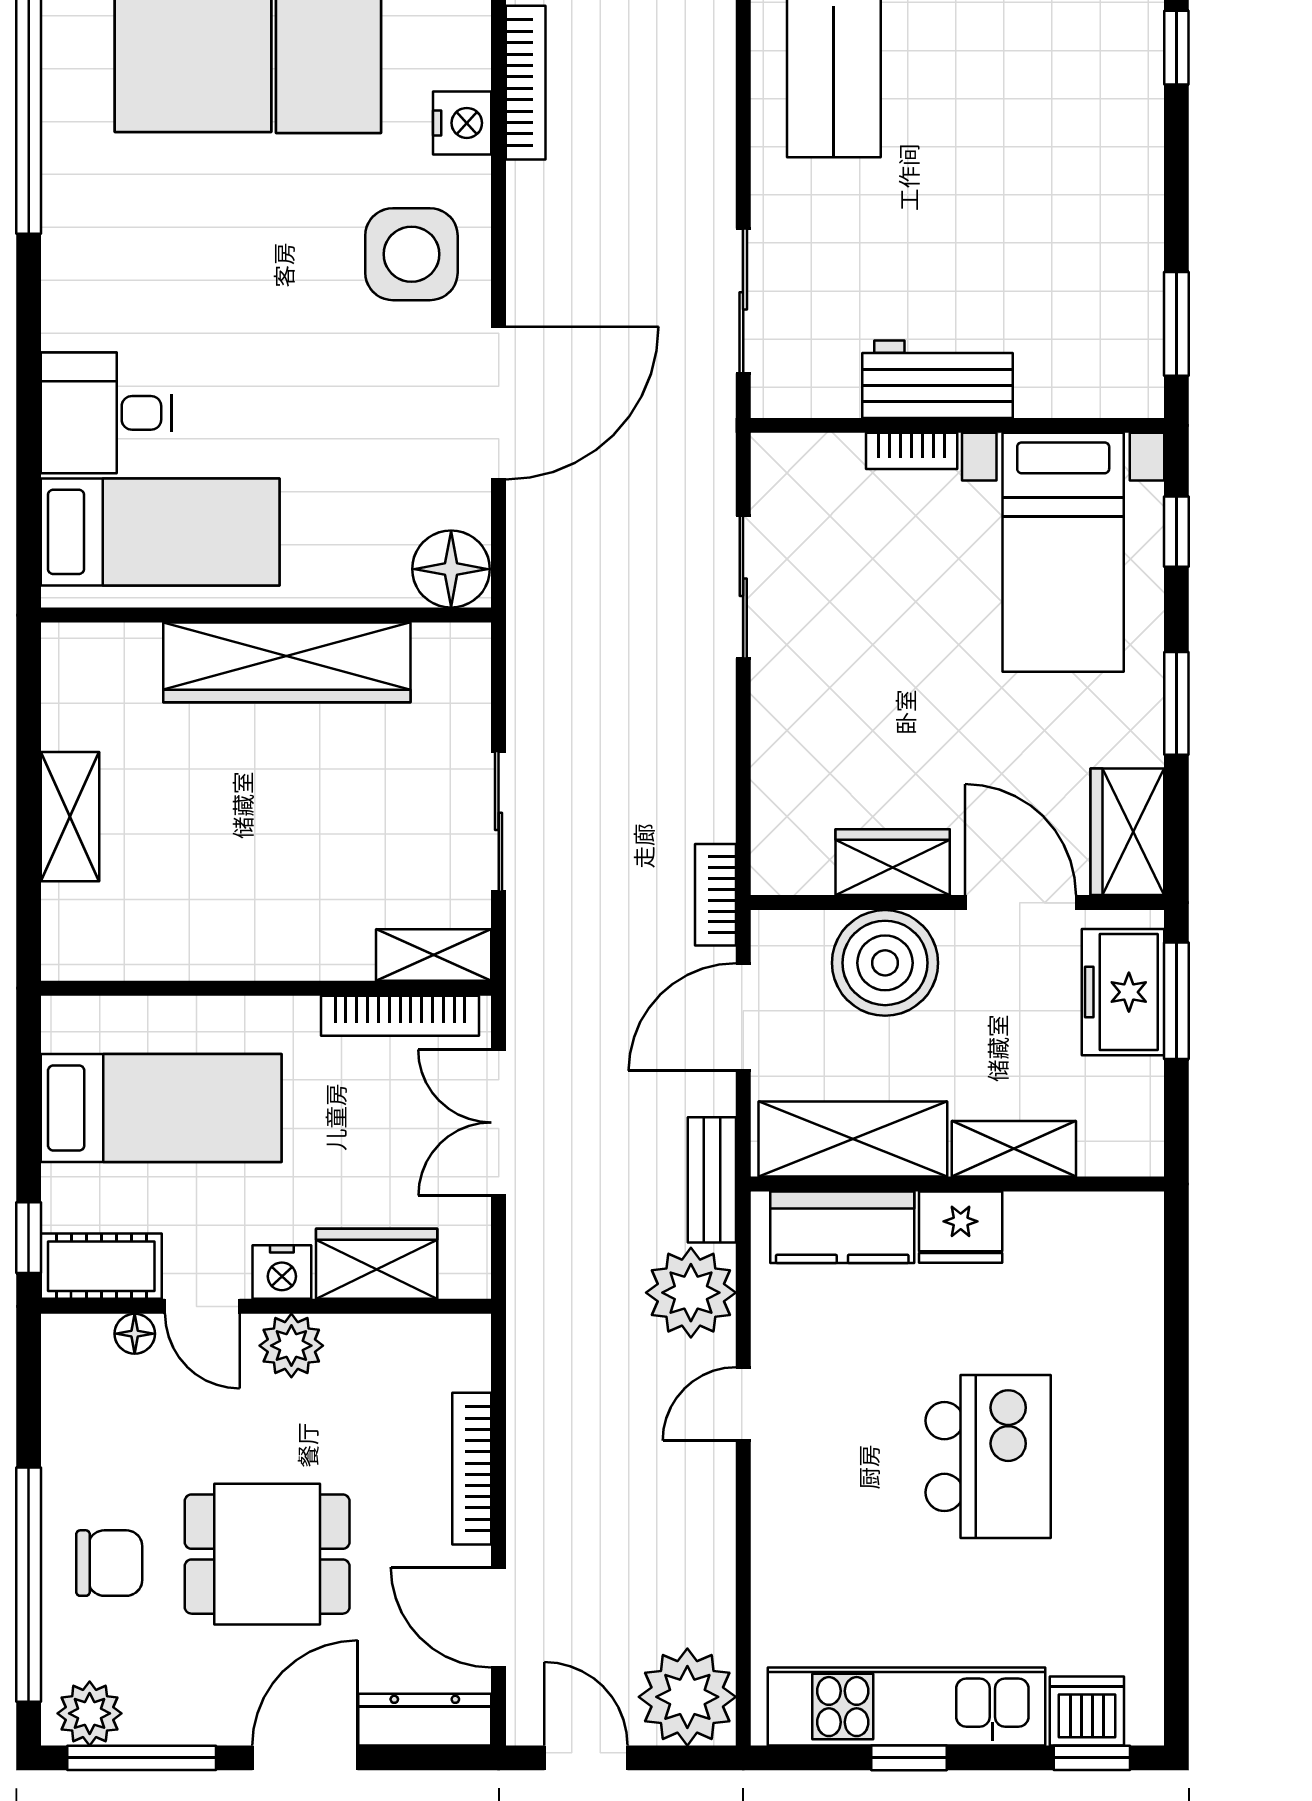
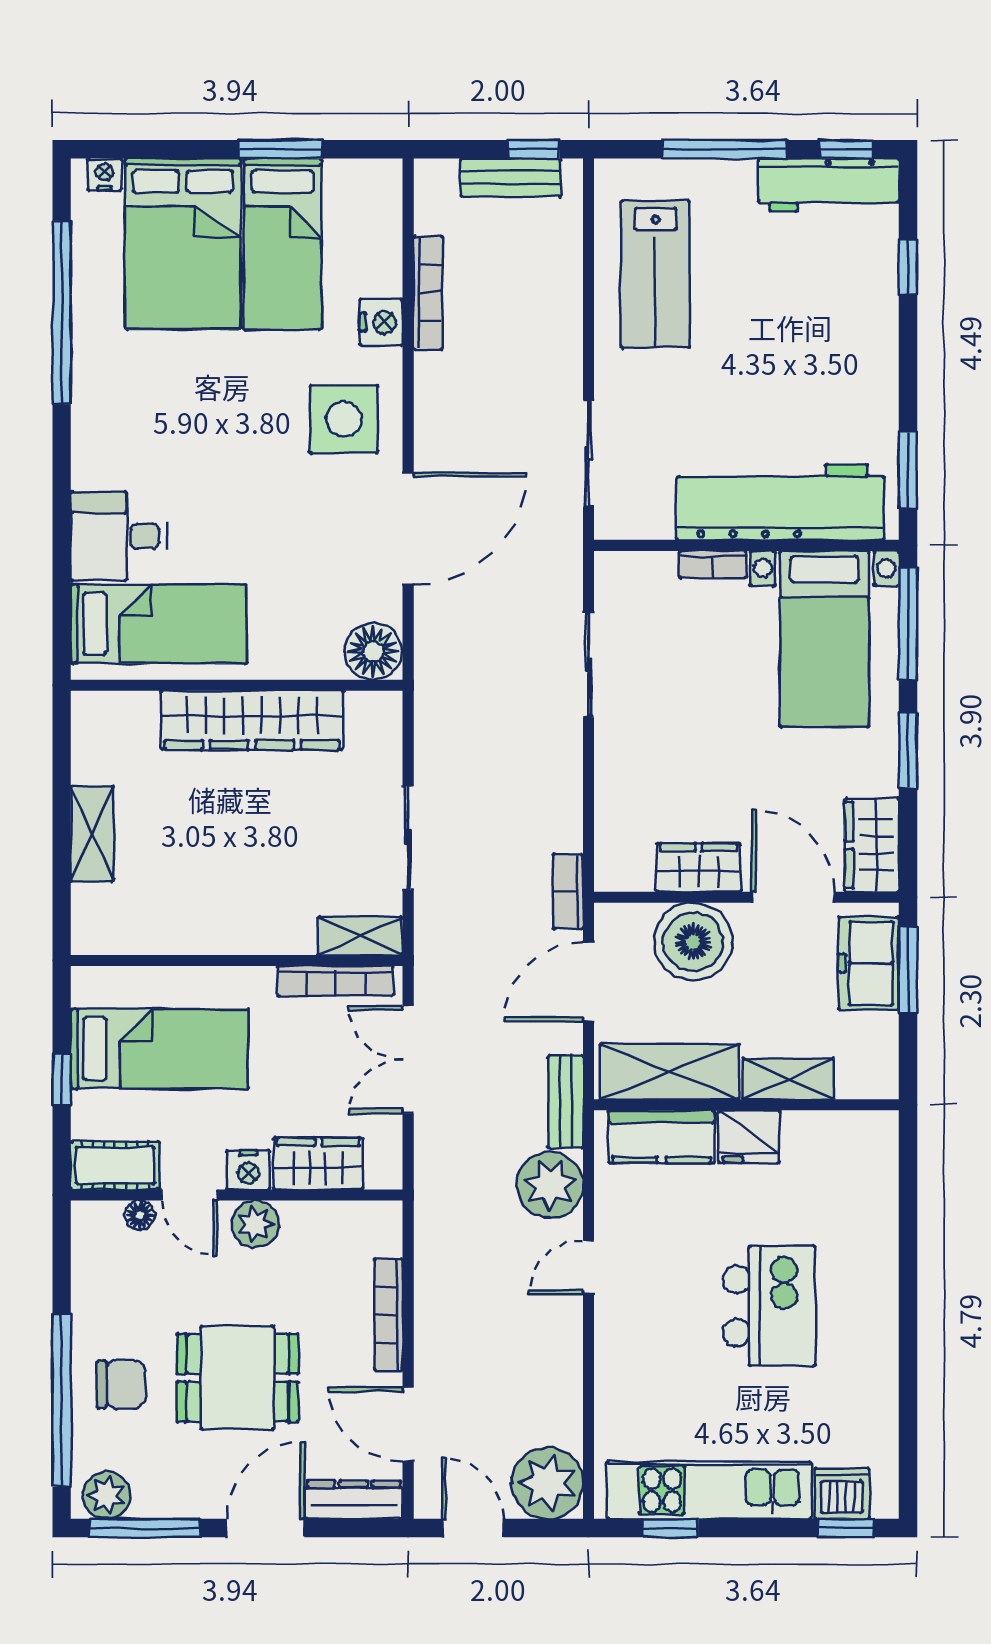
workbench: (938, 379) -> (780, 502), width x1.88, depth x1.32
window: (1176, 532) -> (908, 624), width x2.17
window: (29, 1238) -> (62, 1079), moved
window: (909, 1758) -> (670, 1528), moved

